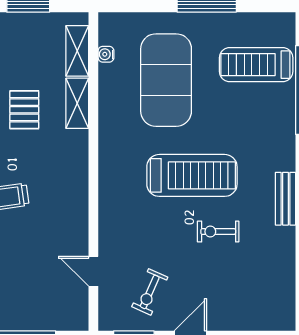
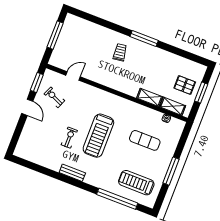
treadmill: (256, 65) -> (136, 183), turned -90
exercise mat: (166, 80) -> (145, 140), width x0.50, depth x0.69
pallet: (24, 110) -> (185, 85), moved

